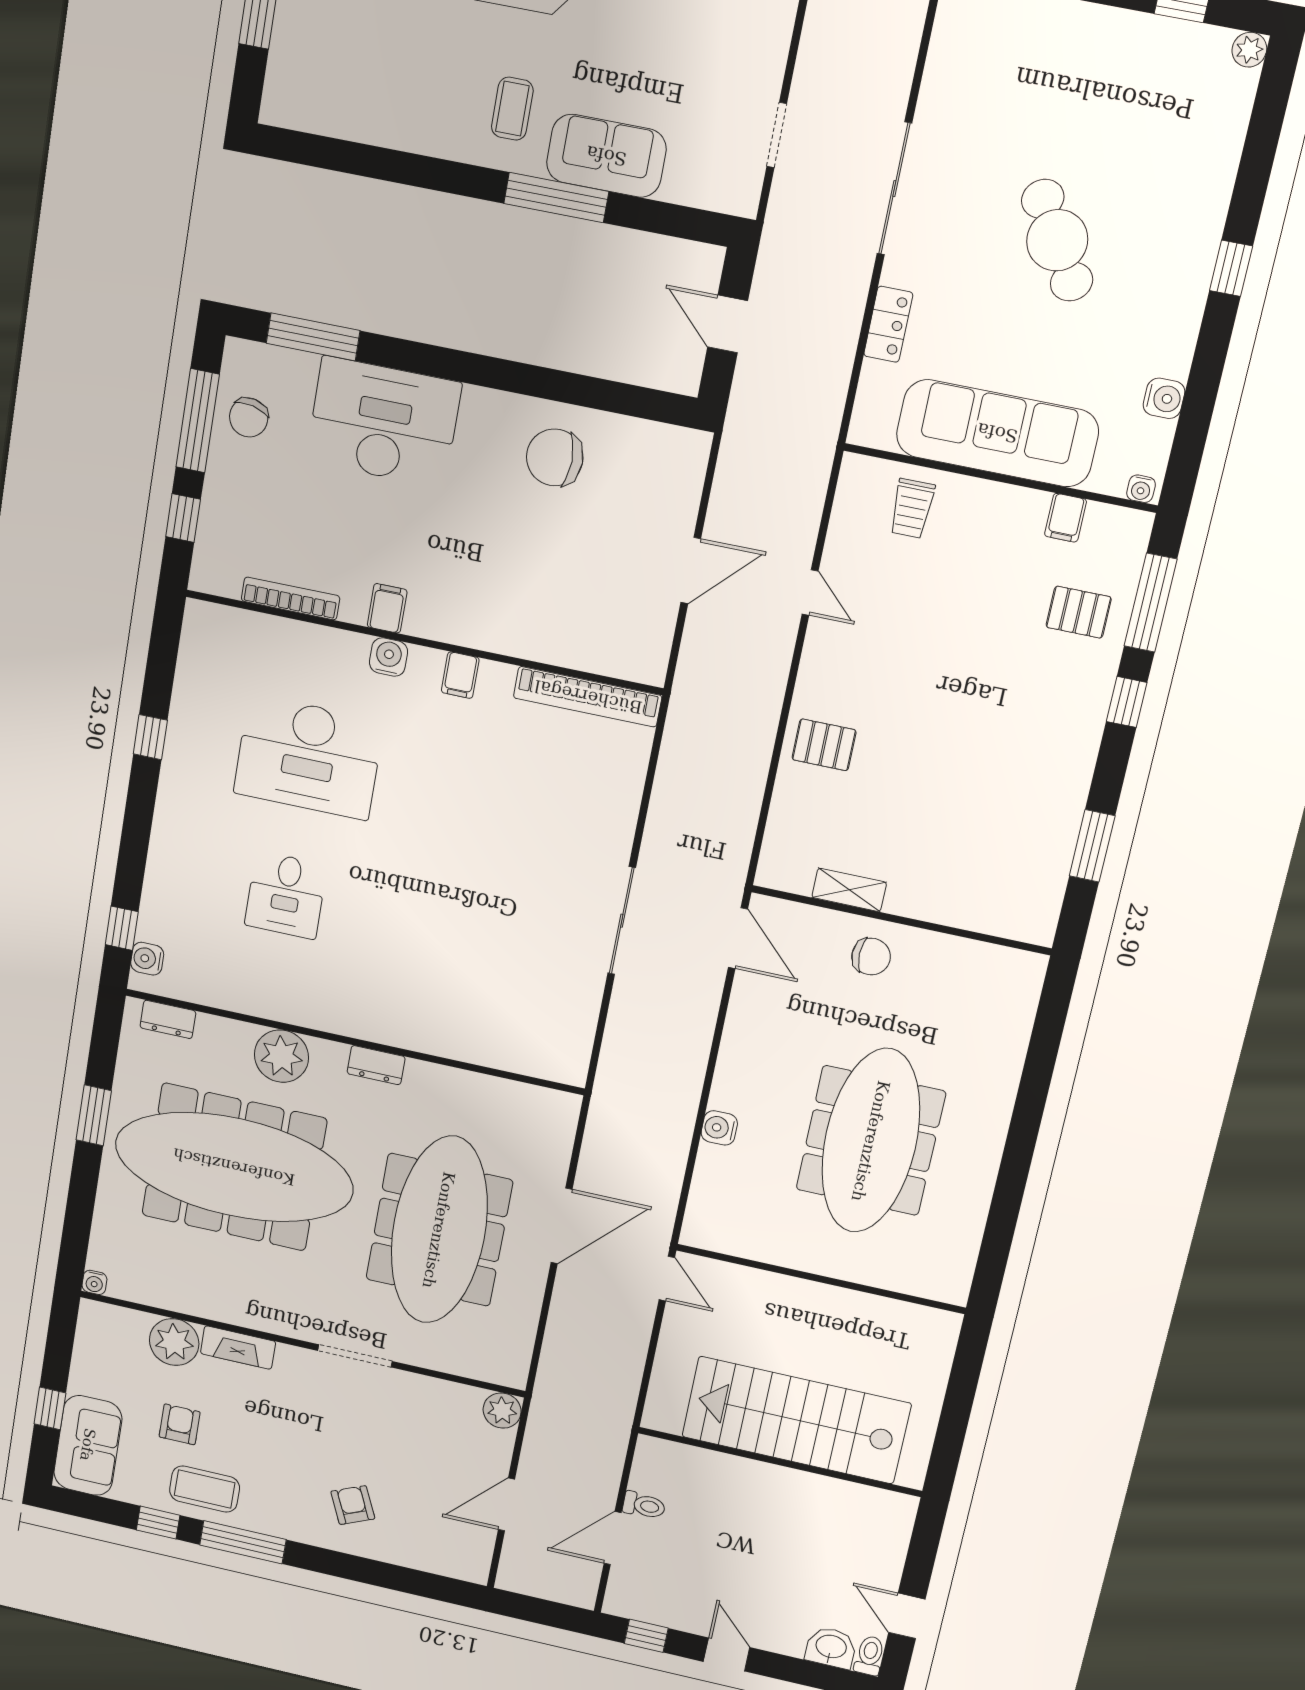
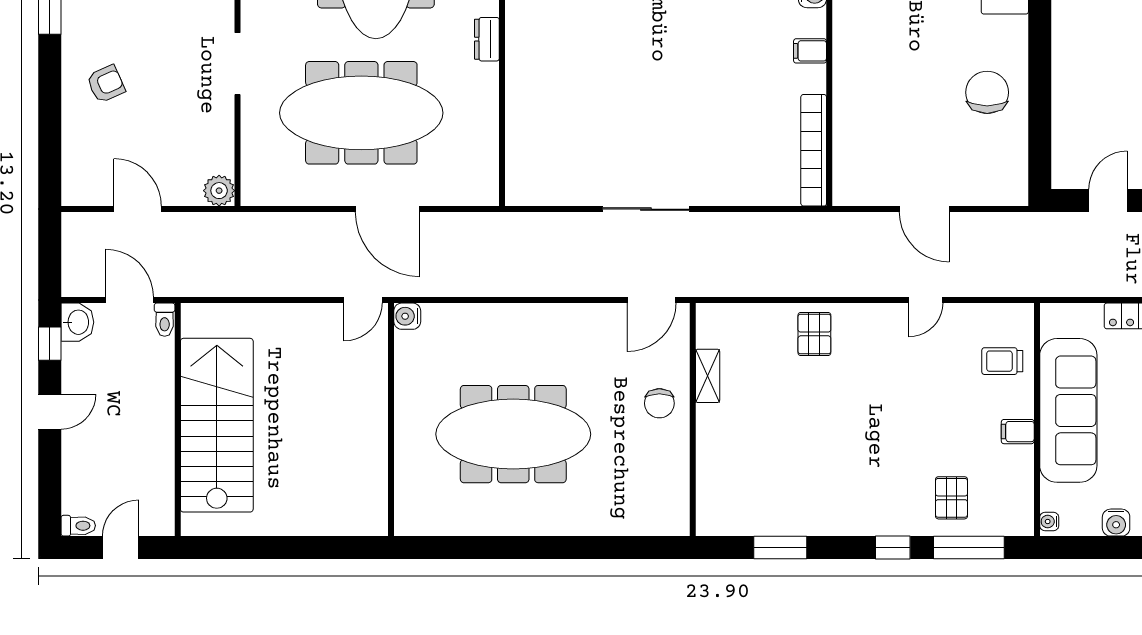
filing cabinet: (1066, 518) -> (1018, 432), moved
water cooler: (719, 1128) -> (407, 316), moved, turned -90
stairs: (796, 1420) -> (217, 425), moved
wall: (780, 1462) -> (178, 420), moved
washbasin: (831, 1648) -> (77, 322), moved

